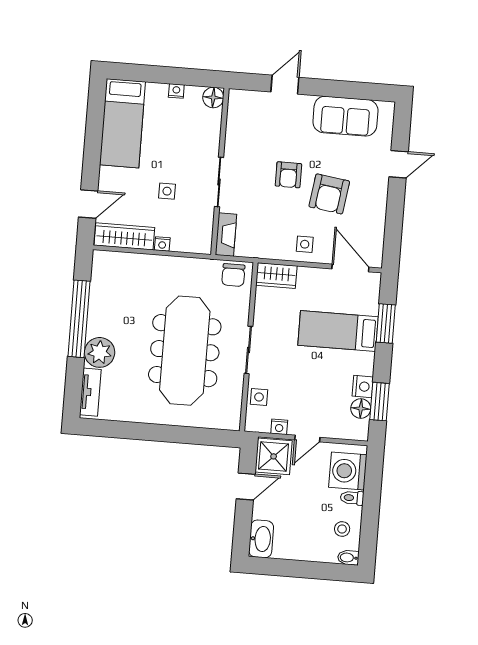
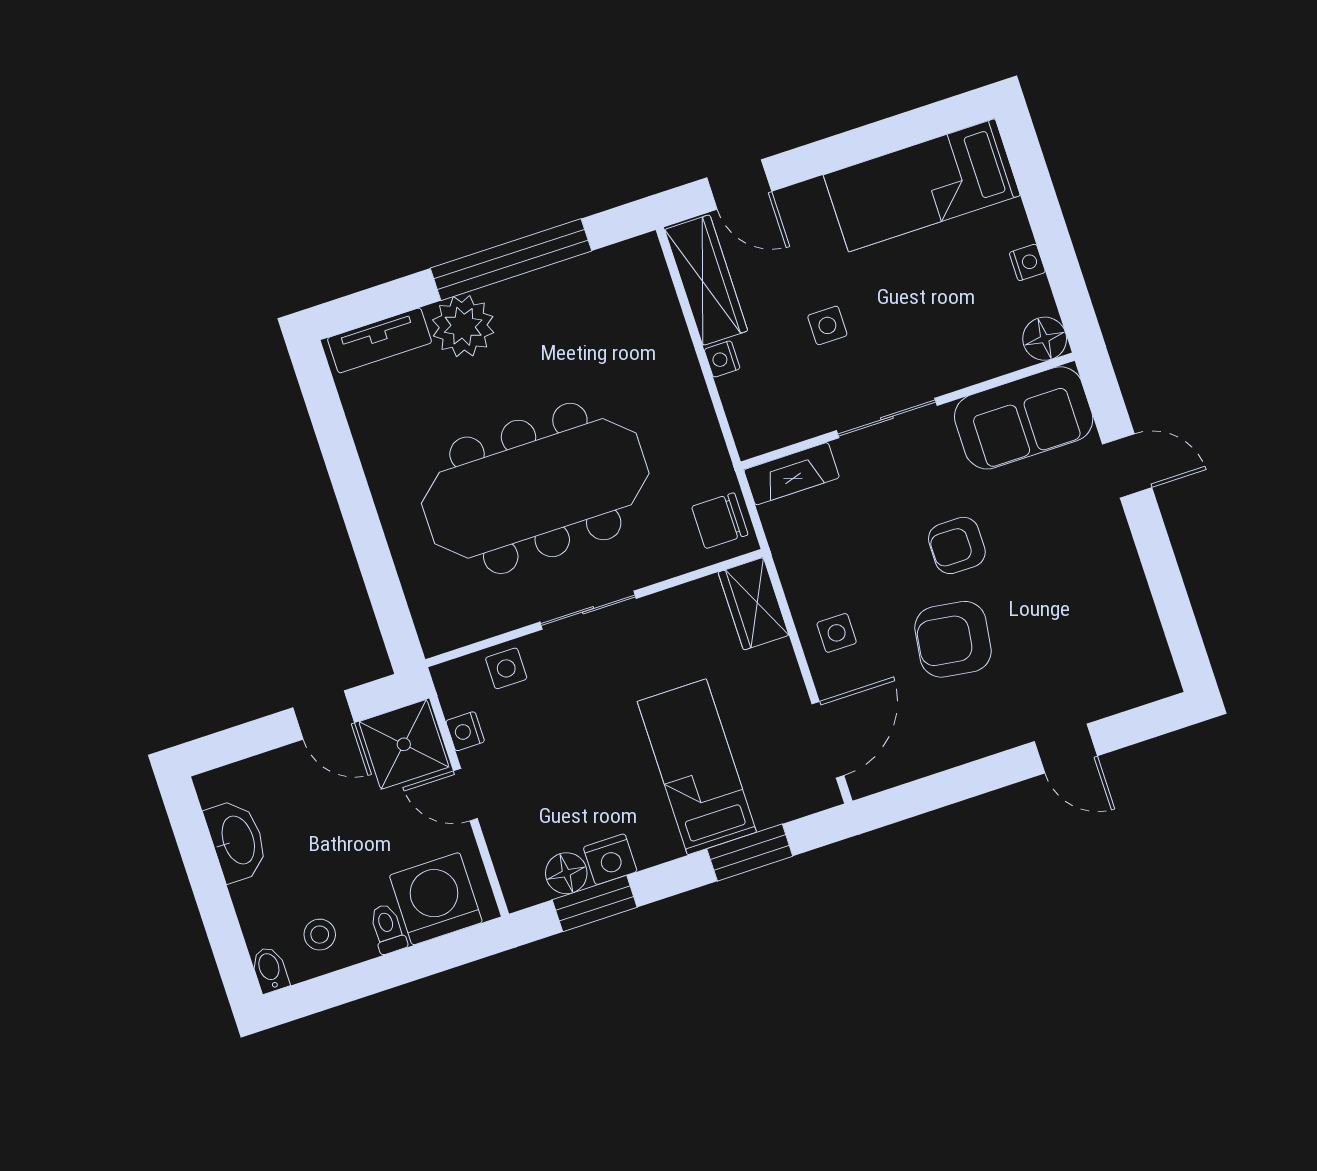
sofa: (345, 116) -> (1024, 418), moved, turned -90
washbasin: (261, 539) -> (237, 840), moved, turned -90

